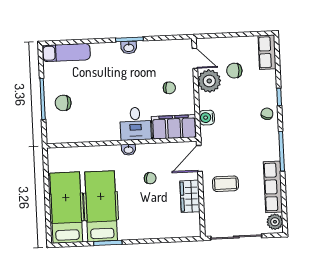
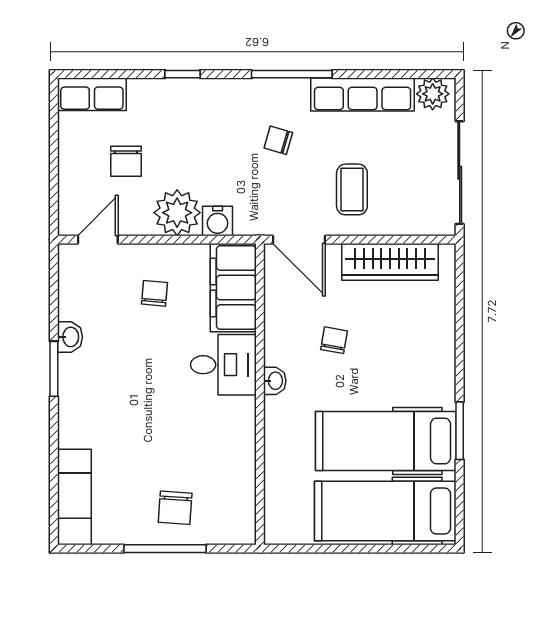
washbasin: (129, 48) -> (70, 337), moved
plant: (209, 81) -> (177, 213), moved
chair: (267, 114) -> (278, 140), moved
wardrobe: (190, 196) -> (390, 262), width x1.50

